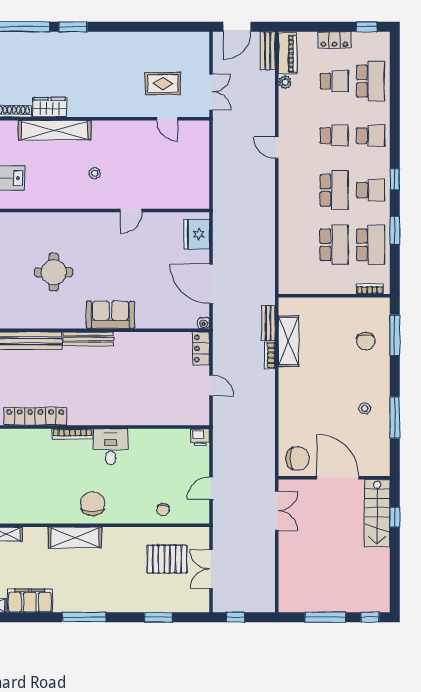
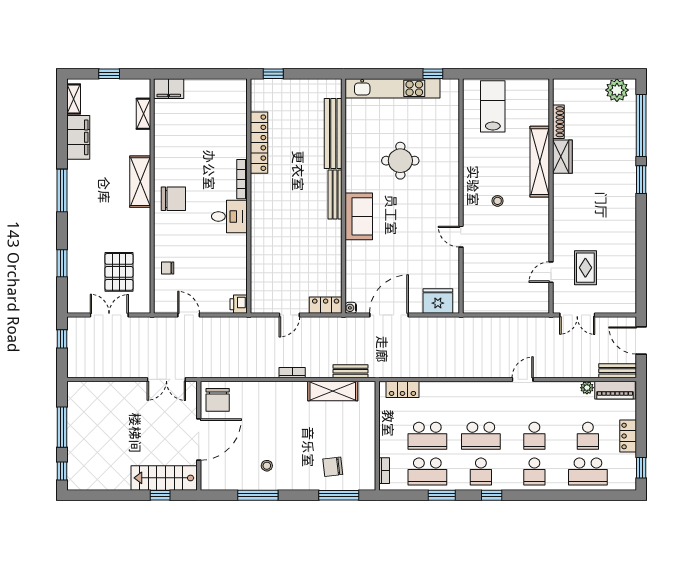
locker: (287, 270) -> (402, 389), added
bookcase: (270, 355) -> (292, 373), moved

